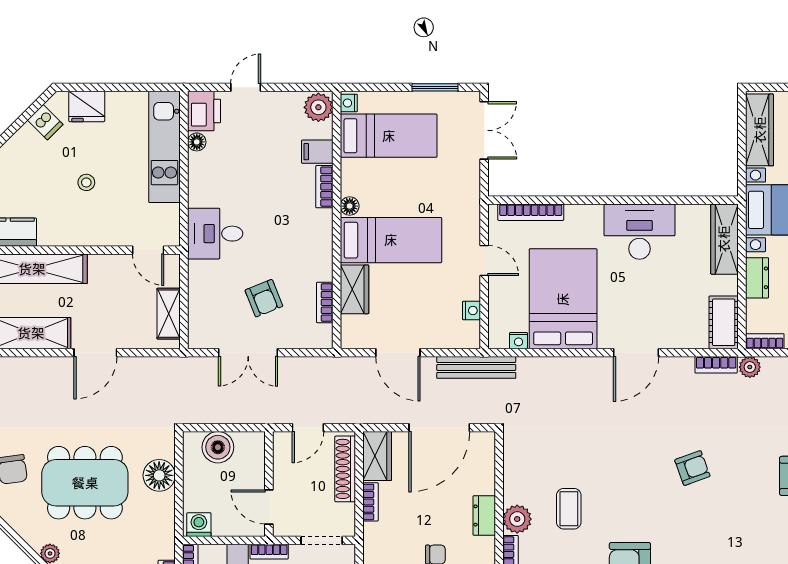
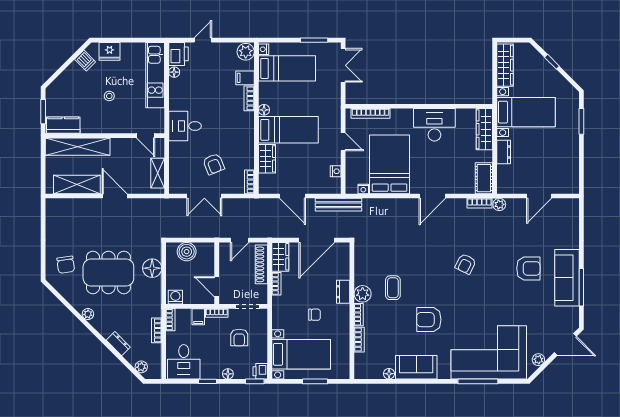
bookcase: (325, 302) -> (249, 182), moved
bookcase: (765, 341) -> (508, 189), removed
door: (95, 353) -> (115, 196), swing flipped
armchair: (692, 468) -> (466, 264), turned 136

